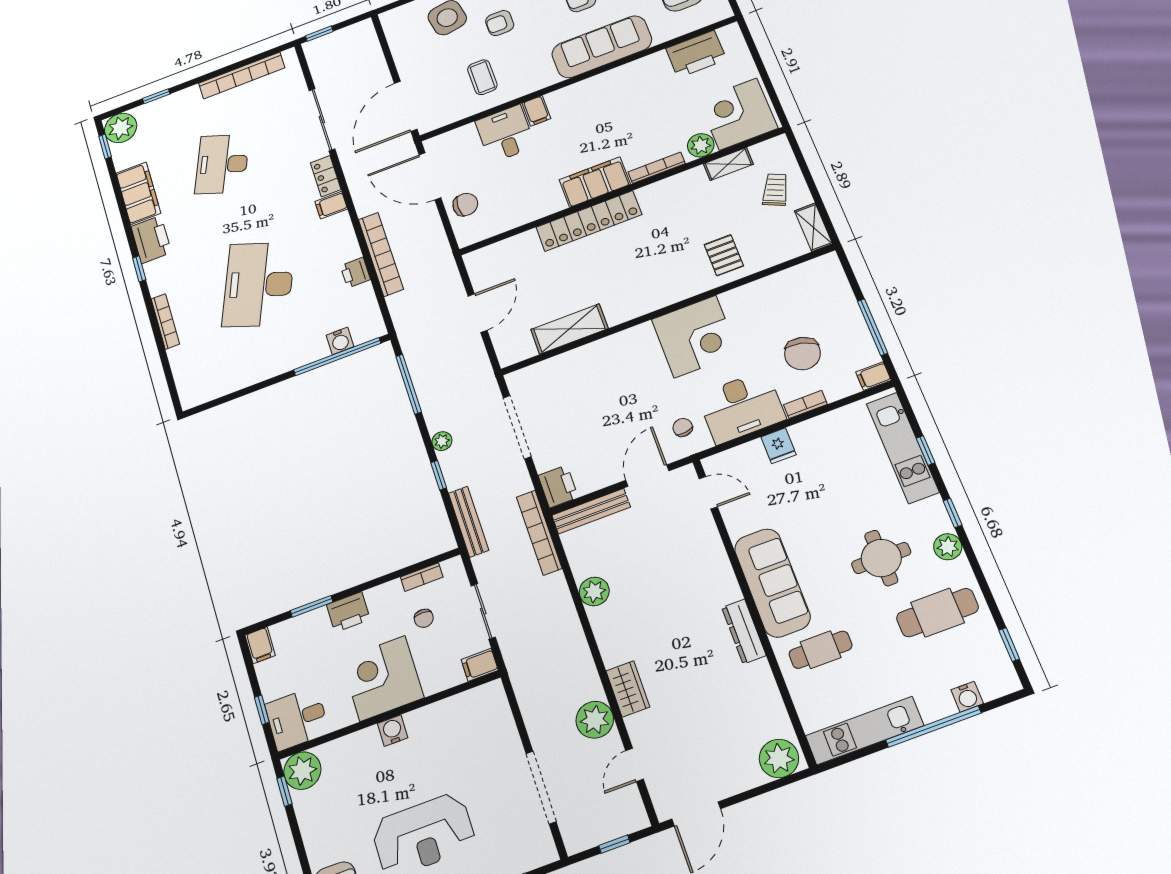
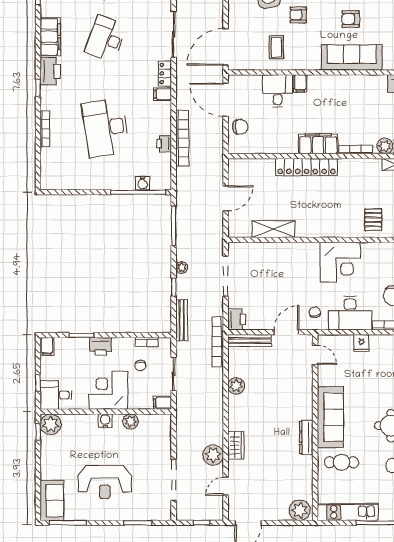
desk: (259, 284) -> (106, 128), turned -30
plant: (436, 716) -> (131, 421), added

